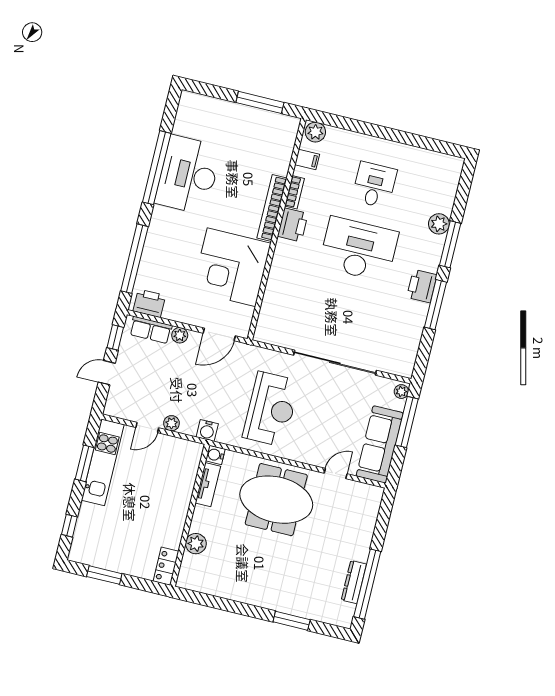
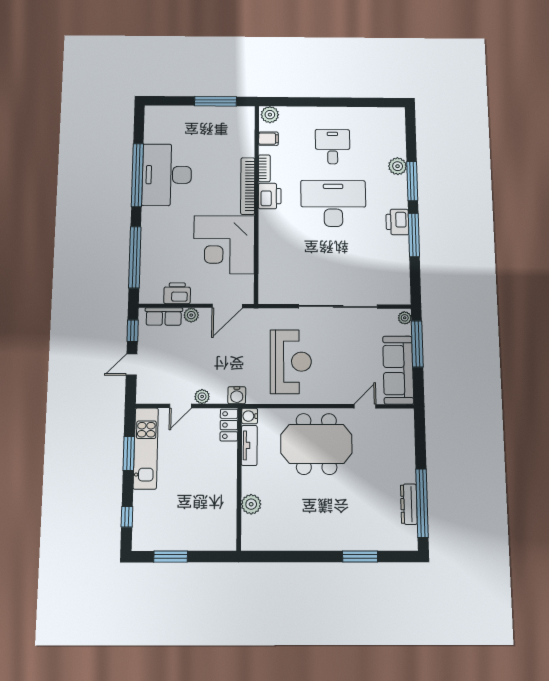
printer: (149, 303) -> (177, 293), moved
locker: (166, 566) -> (229, 425), moved

